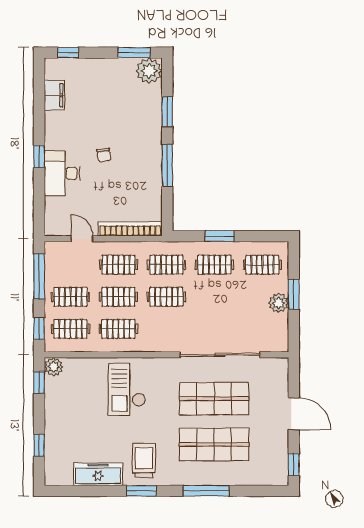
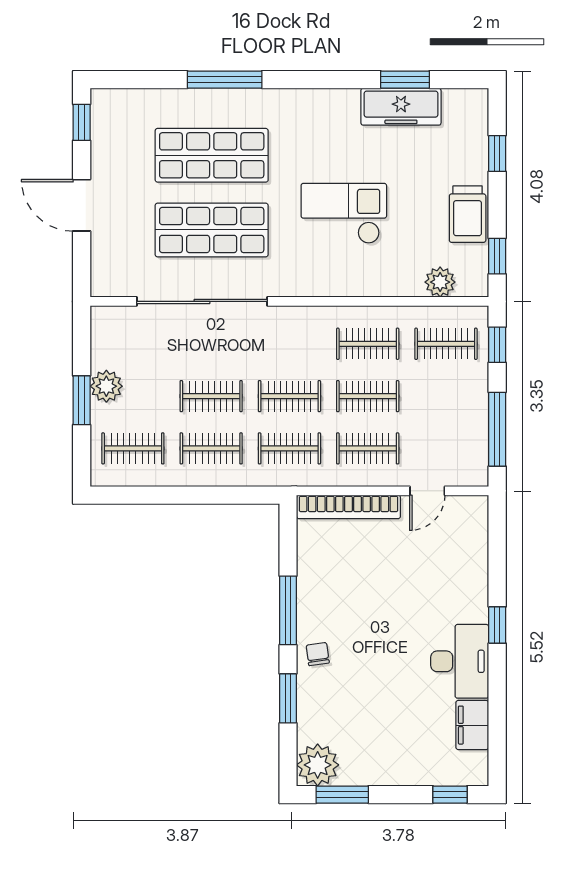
chair: (104, 155) -> (318, 654), moved
desk: (62, 173) -> (460, 661), moved
window: (220, 236) -> (202, 495), removed
door: (82, 239) -> (427, 491), hinge flipped
clothes rail: (70, 297) -> (211, 396), moved
plant: (54, 367) -> (440, 282), moved
checkout: (127, 389) -> (344, 213), moved, turned -90
trolley: (144, 461) -> (468, 214), moved
window: (142, 491) -> (405, 80), moved

